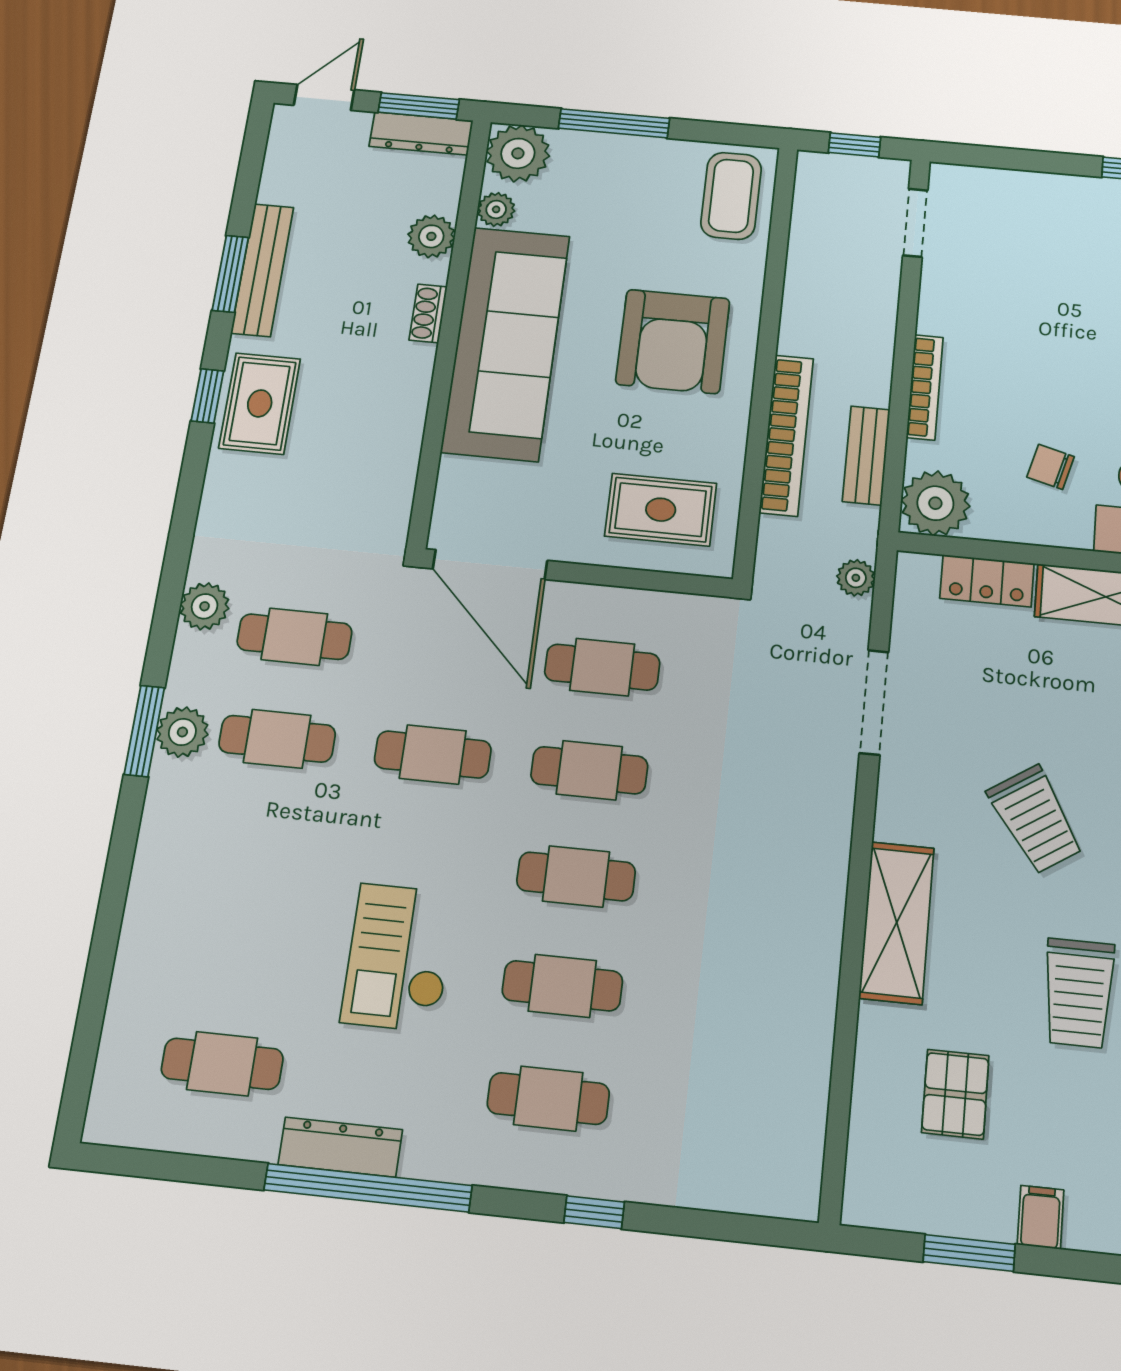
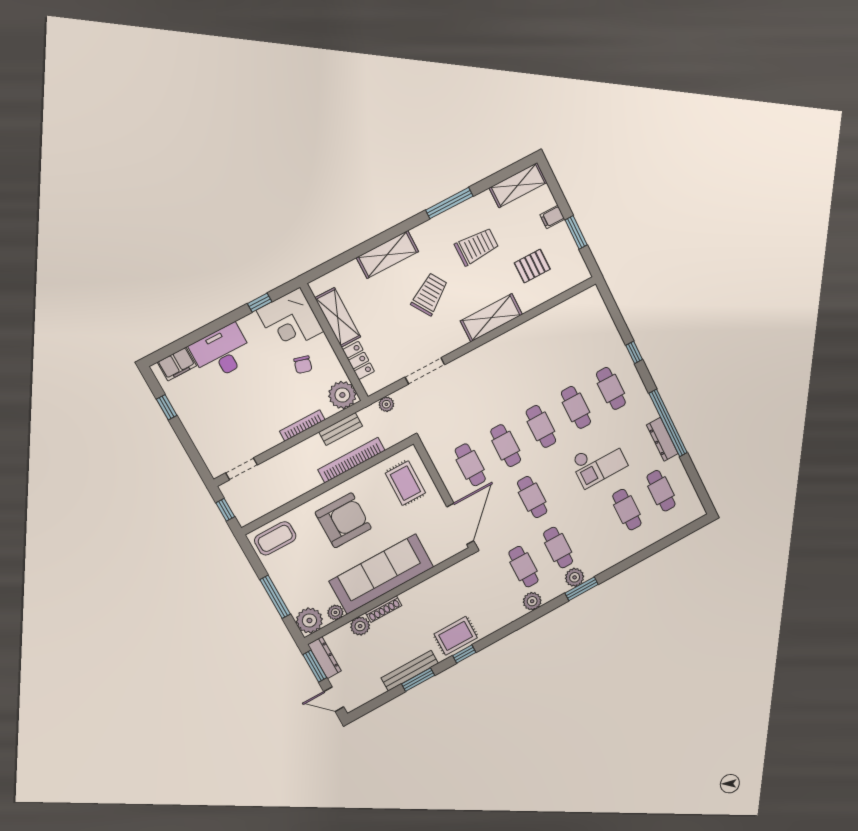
shoe rack: (428, 313) -> (384, 609), width x1.43
cafe table: (241, 952) -> (627, 510), added

